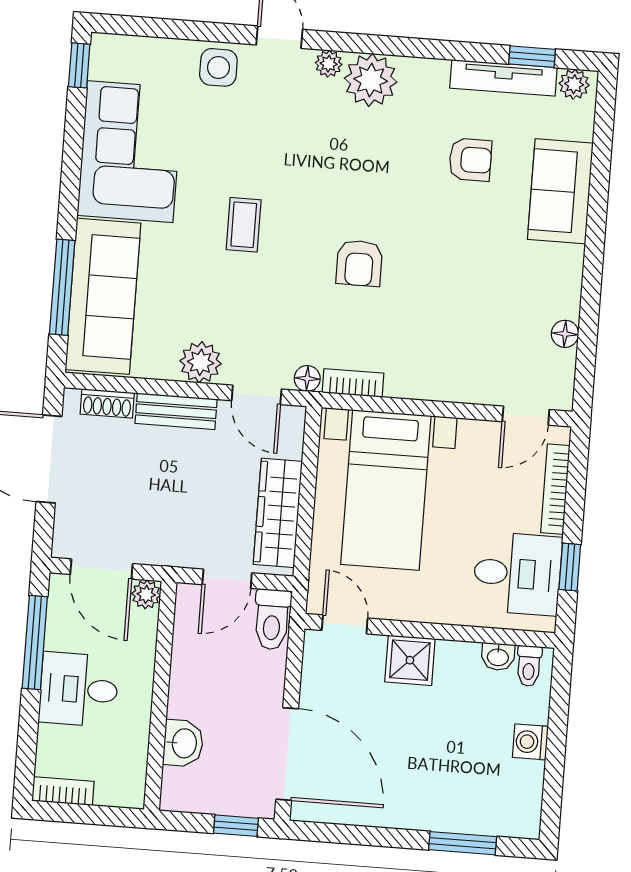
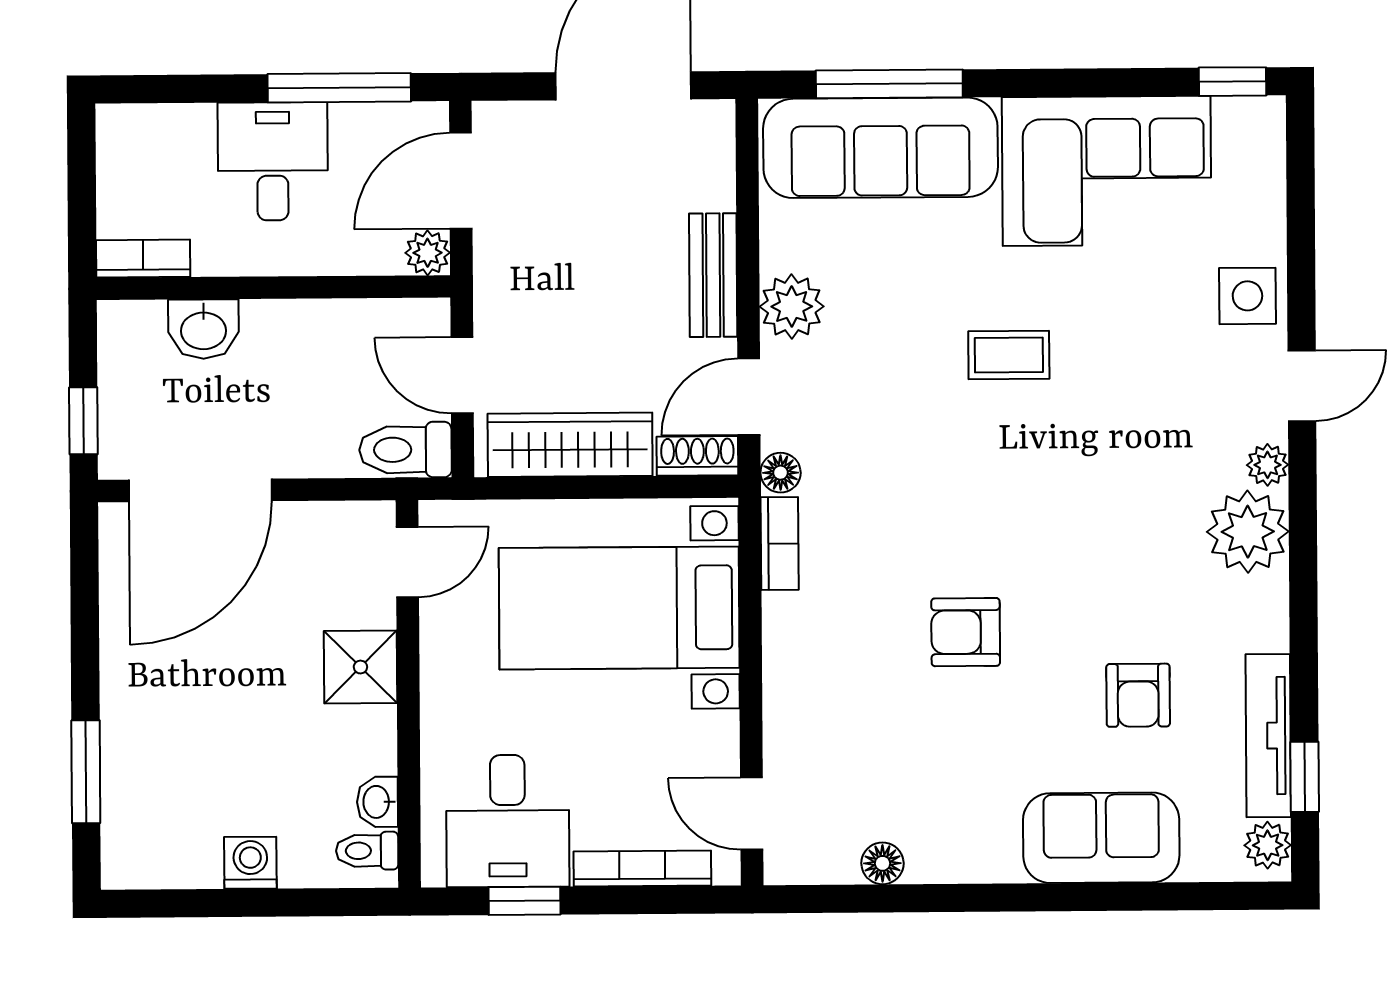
armchair: (359, 263) -> (966, 632), moved
shoe rack: (107, 403) -> (697, 456), moved, turned 90
bookcase: (63, 791) -> (143, 259), moved, turned -90

